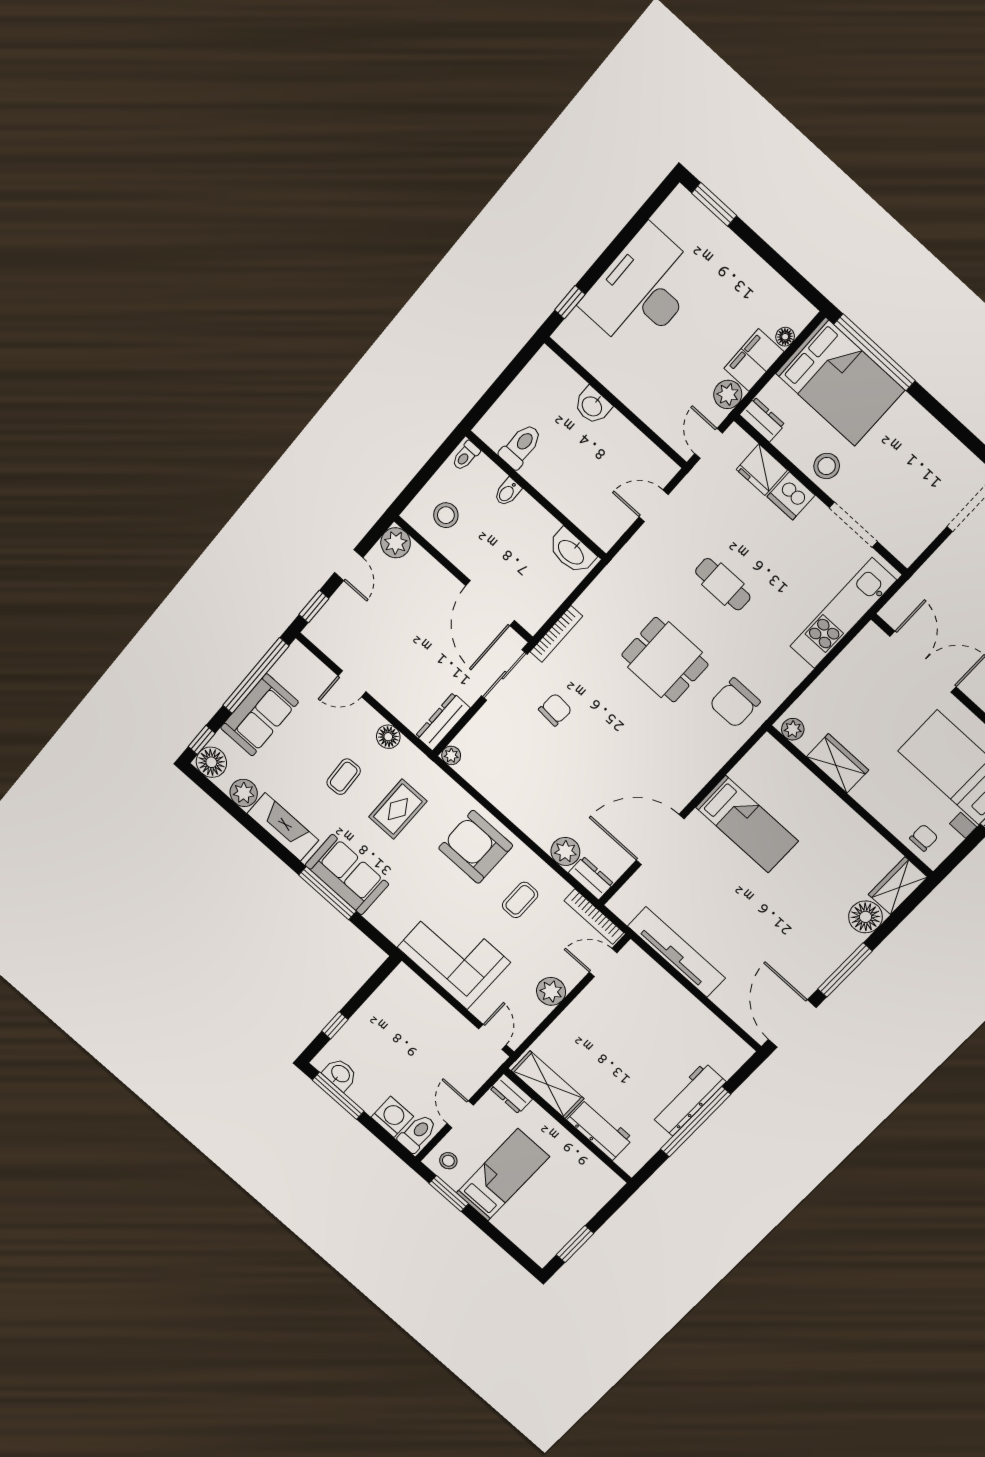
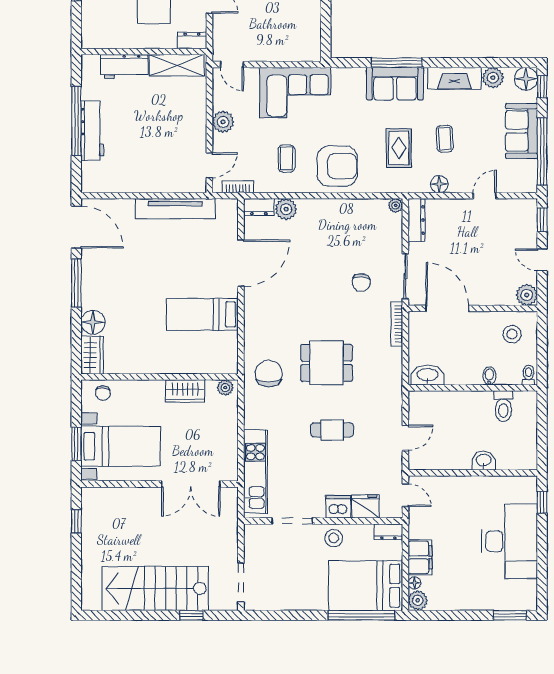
plant: (728, 394) -> (418, 600), moved
bookcase: (594, 917) -> (238, 187), width x0.64

